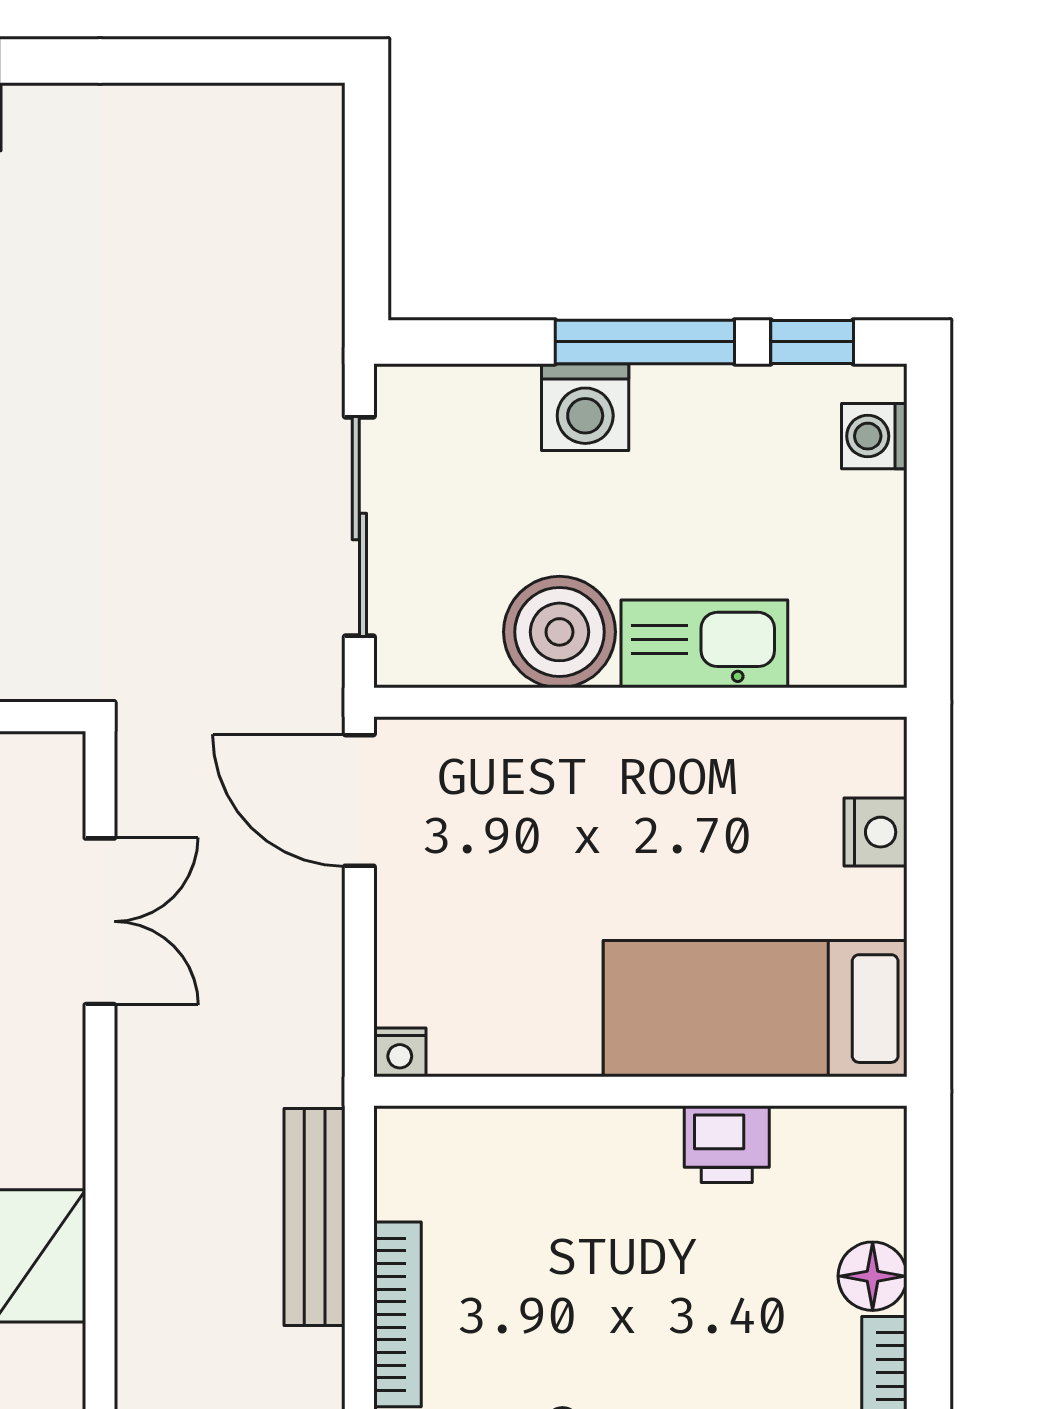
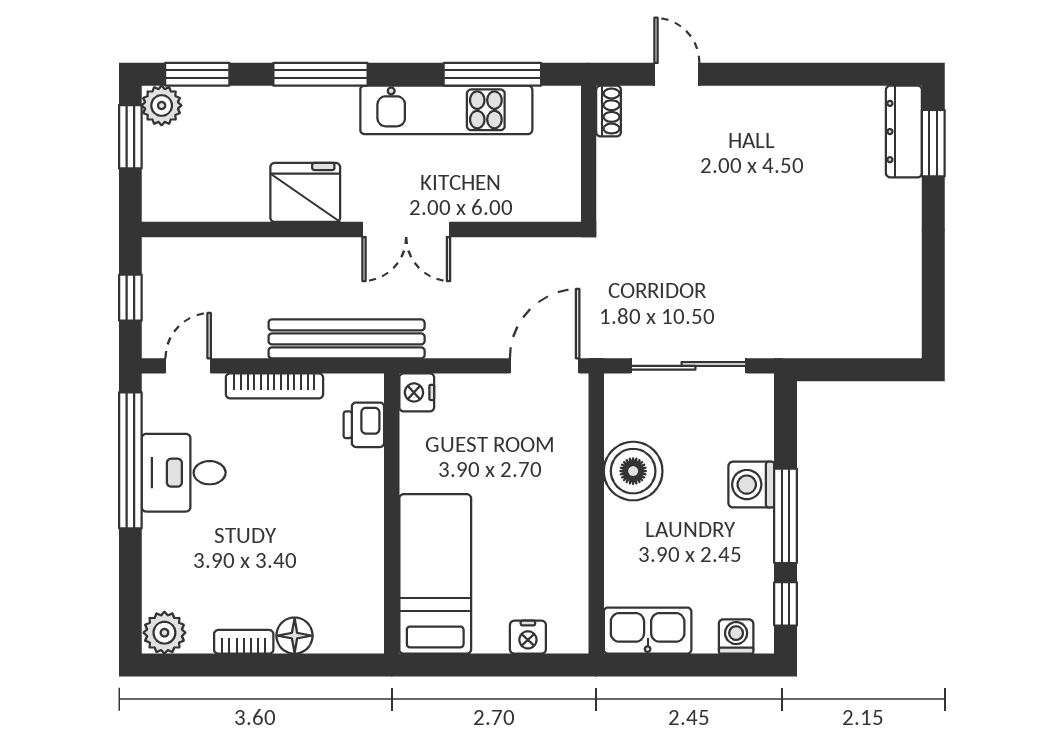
kitchen sink: (704, 644) -> (648, 631), moved, turned -90
double door: (100, 921) -> (406, 230), moved
nightstand: (400, 1052) -> (417, 392), width x1.39, depth x1.35
printer: (727, 1144) -> (364, 425), moved
bench: (315, 1217) -> (347, 339), width x1.37, depth x1.21

